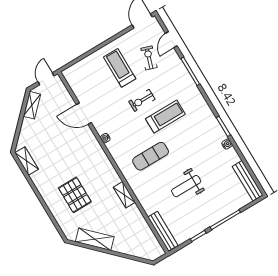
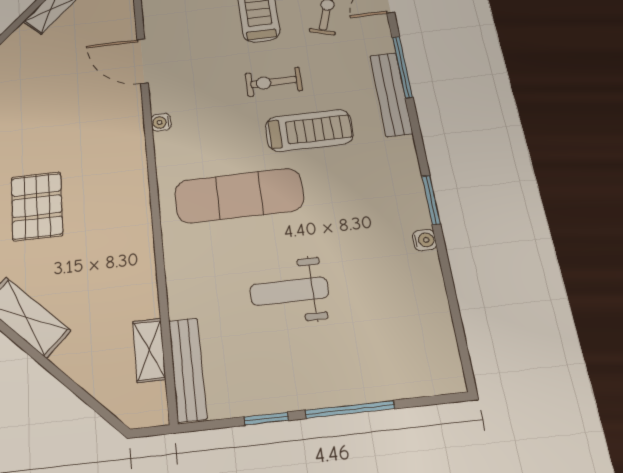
exercise mat: (151, 156) -> (239, 196), width x1.36, depth x1.45
bench: (248, 181) -> (391, 94), moved
shelving: (124, 195) -> (149, 350), moved

